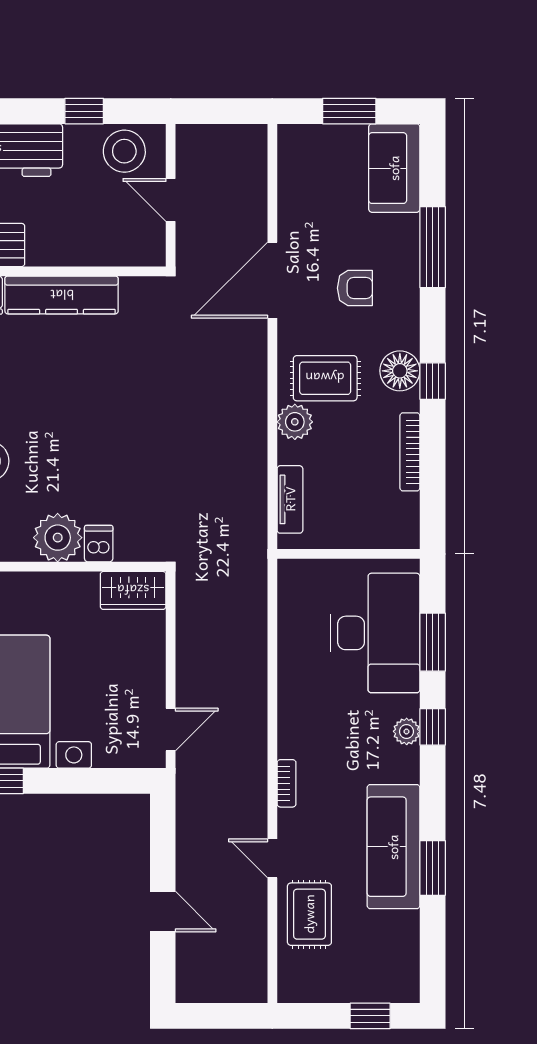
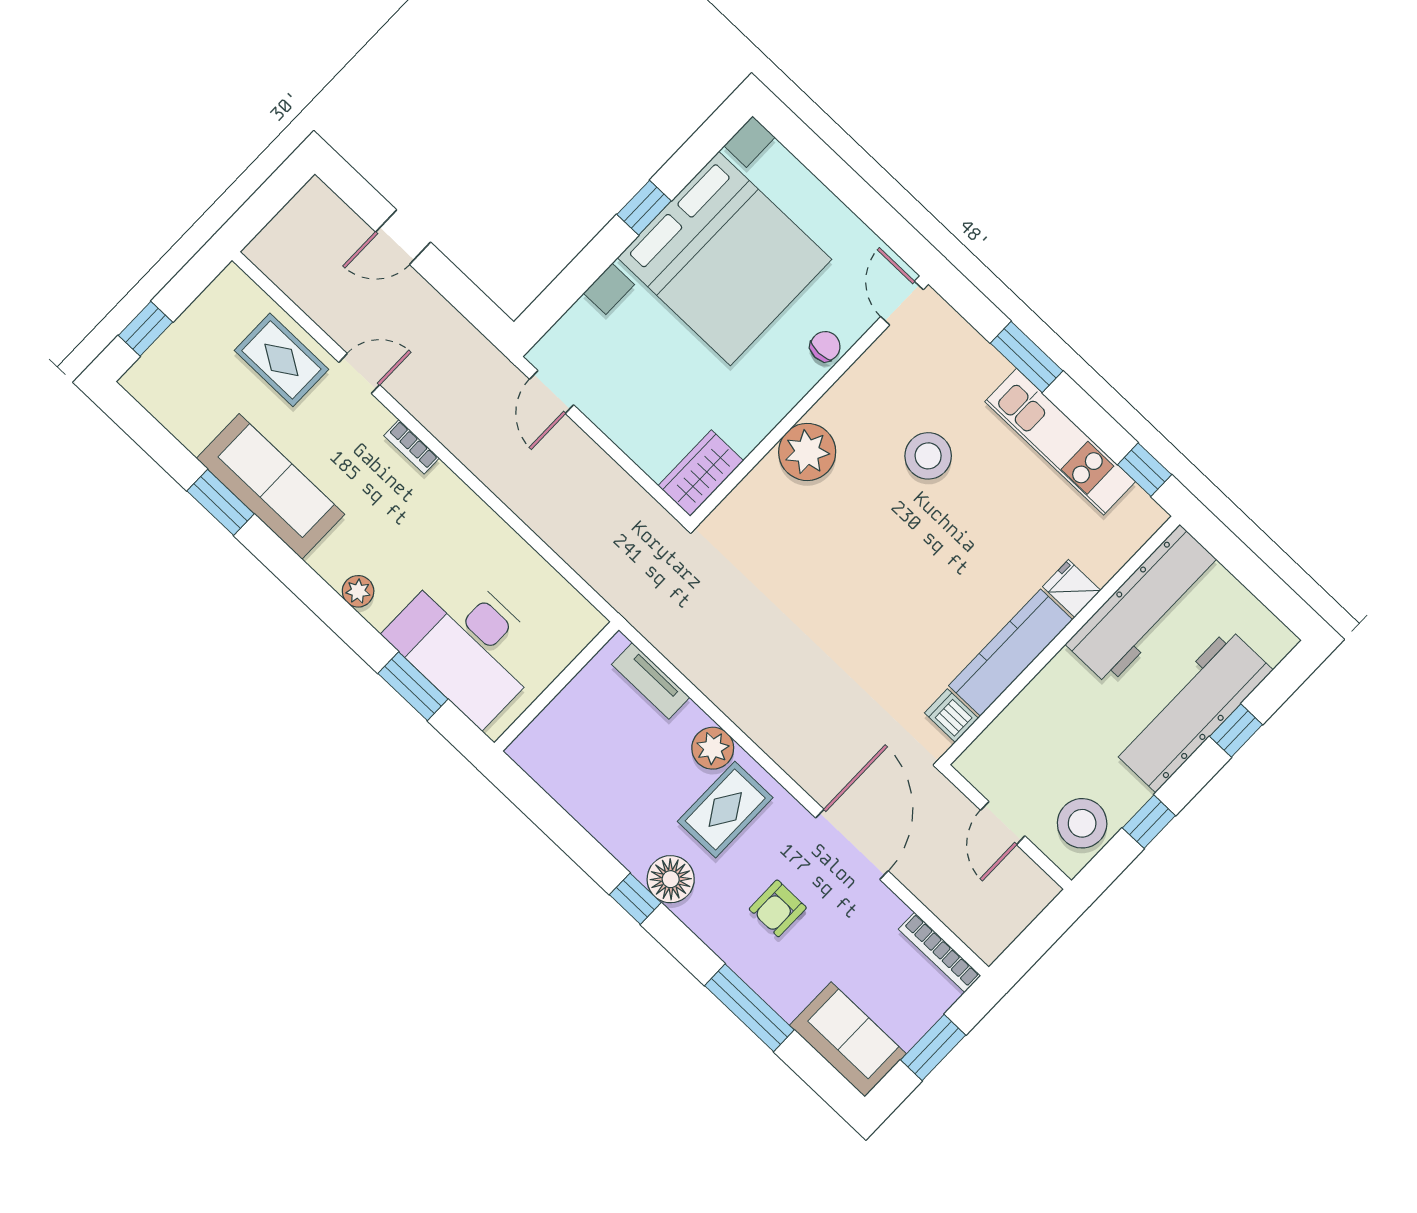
door: (171, 200) -> (1003, 823), swing flipped
bookcase: (410, 452) -> (940, 952), moved, turned 180
dishwasher: (99, 544) -> (951, 716), moved, turned 180
window: (433, 727) -> (341, 617), removed

